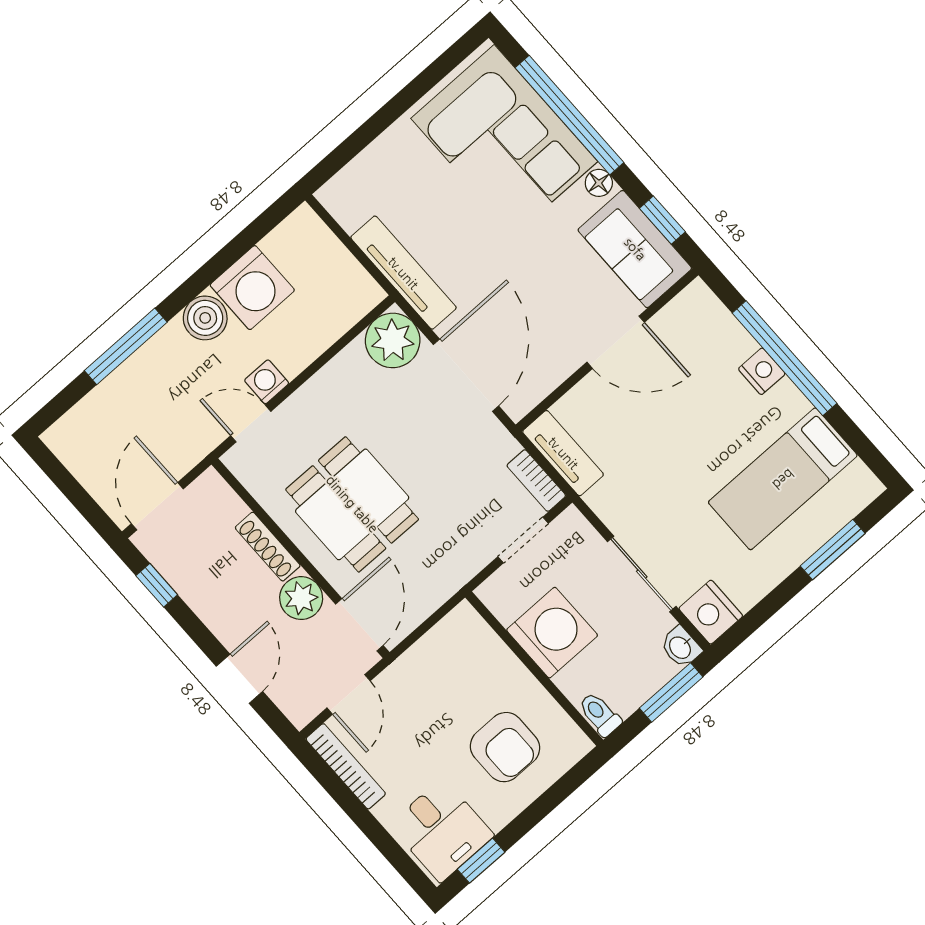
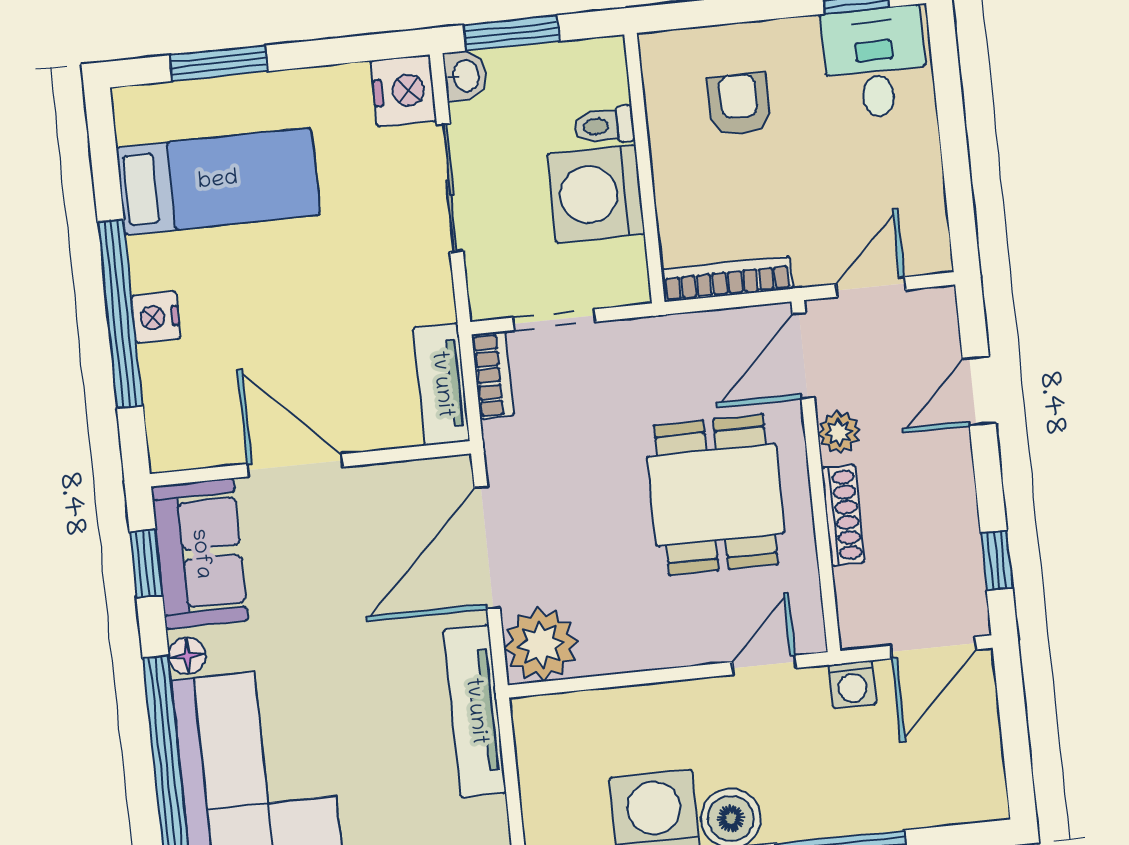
washing machine: (267, 382) -> (852, 684), moved
door: (251, 423) -> (764, 665), swing flipped
plant: (301, 598) -> (839, 432), width x0.73, depth x0.73
toilet: (600, 714) -> (604, 126), moved, turned 90
armchair: (505, 747) -> (739, 104), width x0.72, depth x0.72
bookcase: (346, 766) -> (727, 279), moved, turned 90

